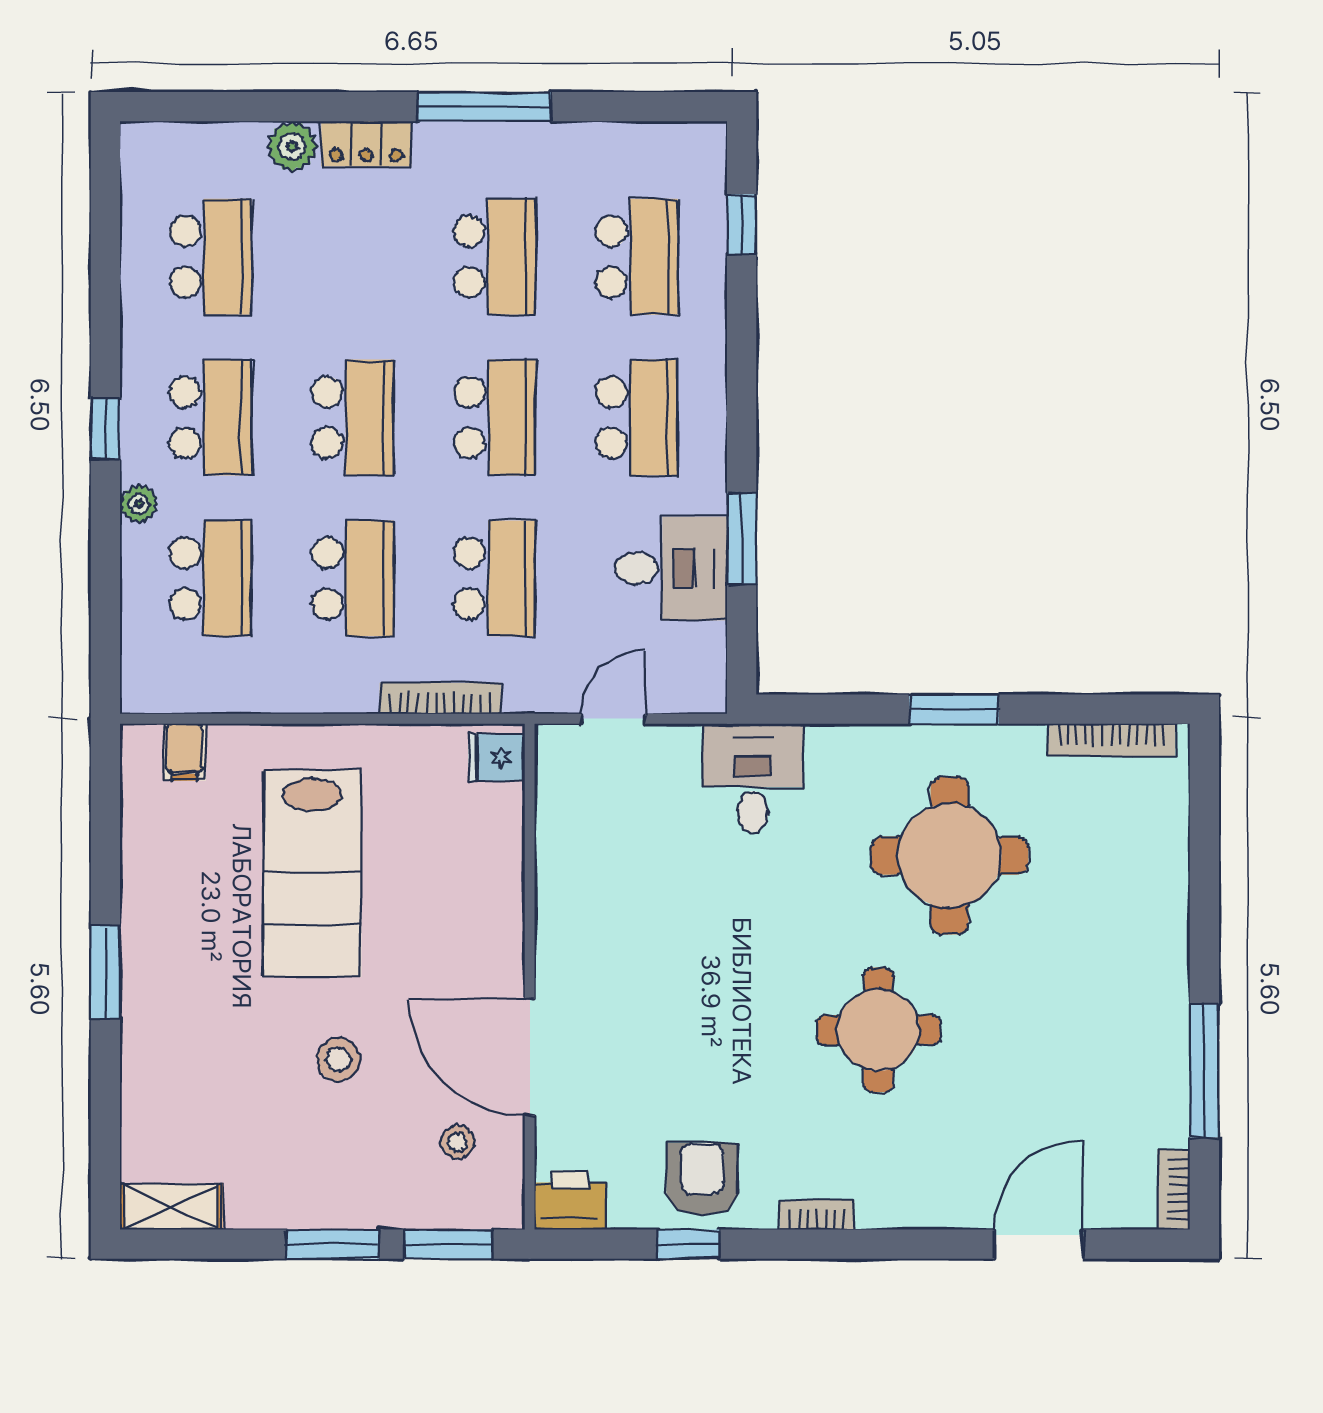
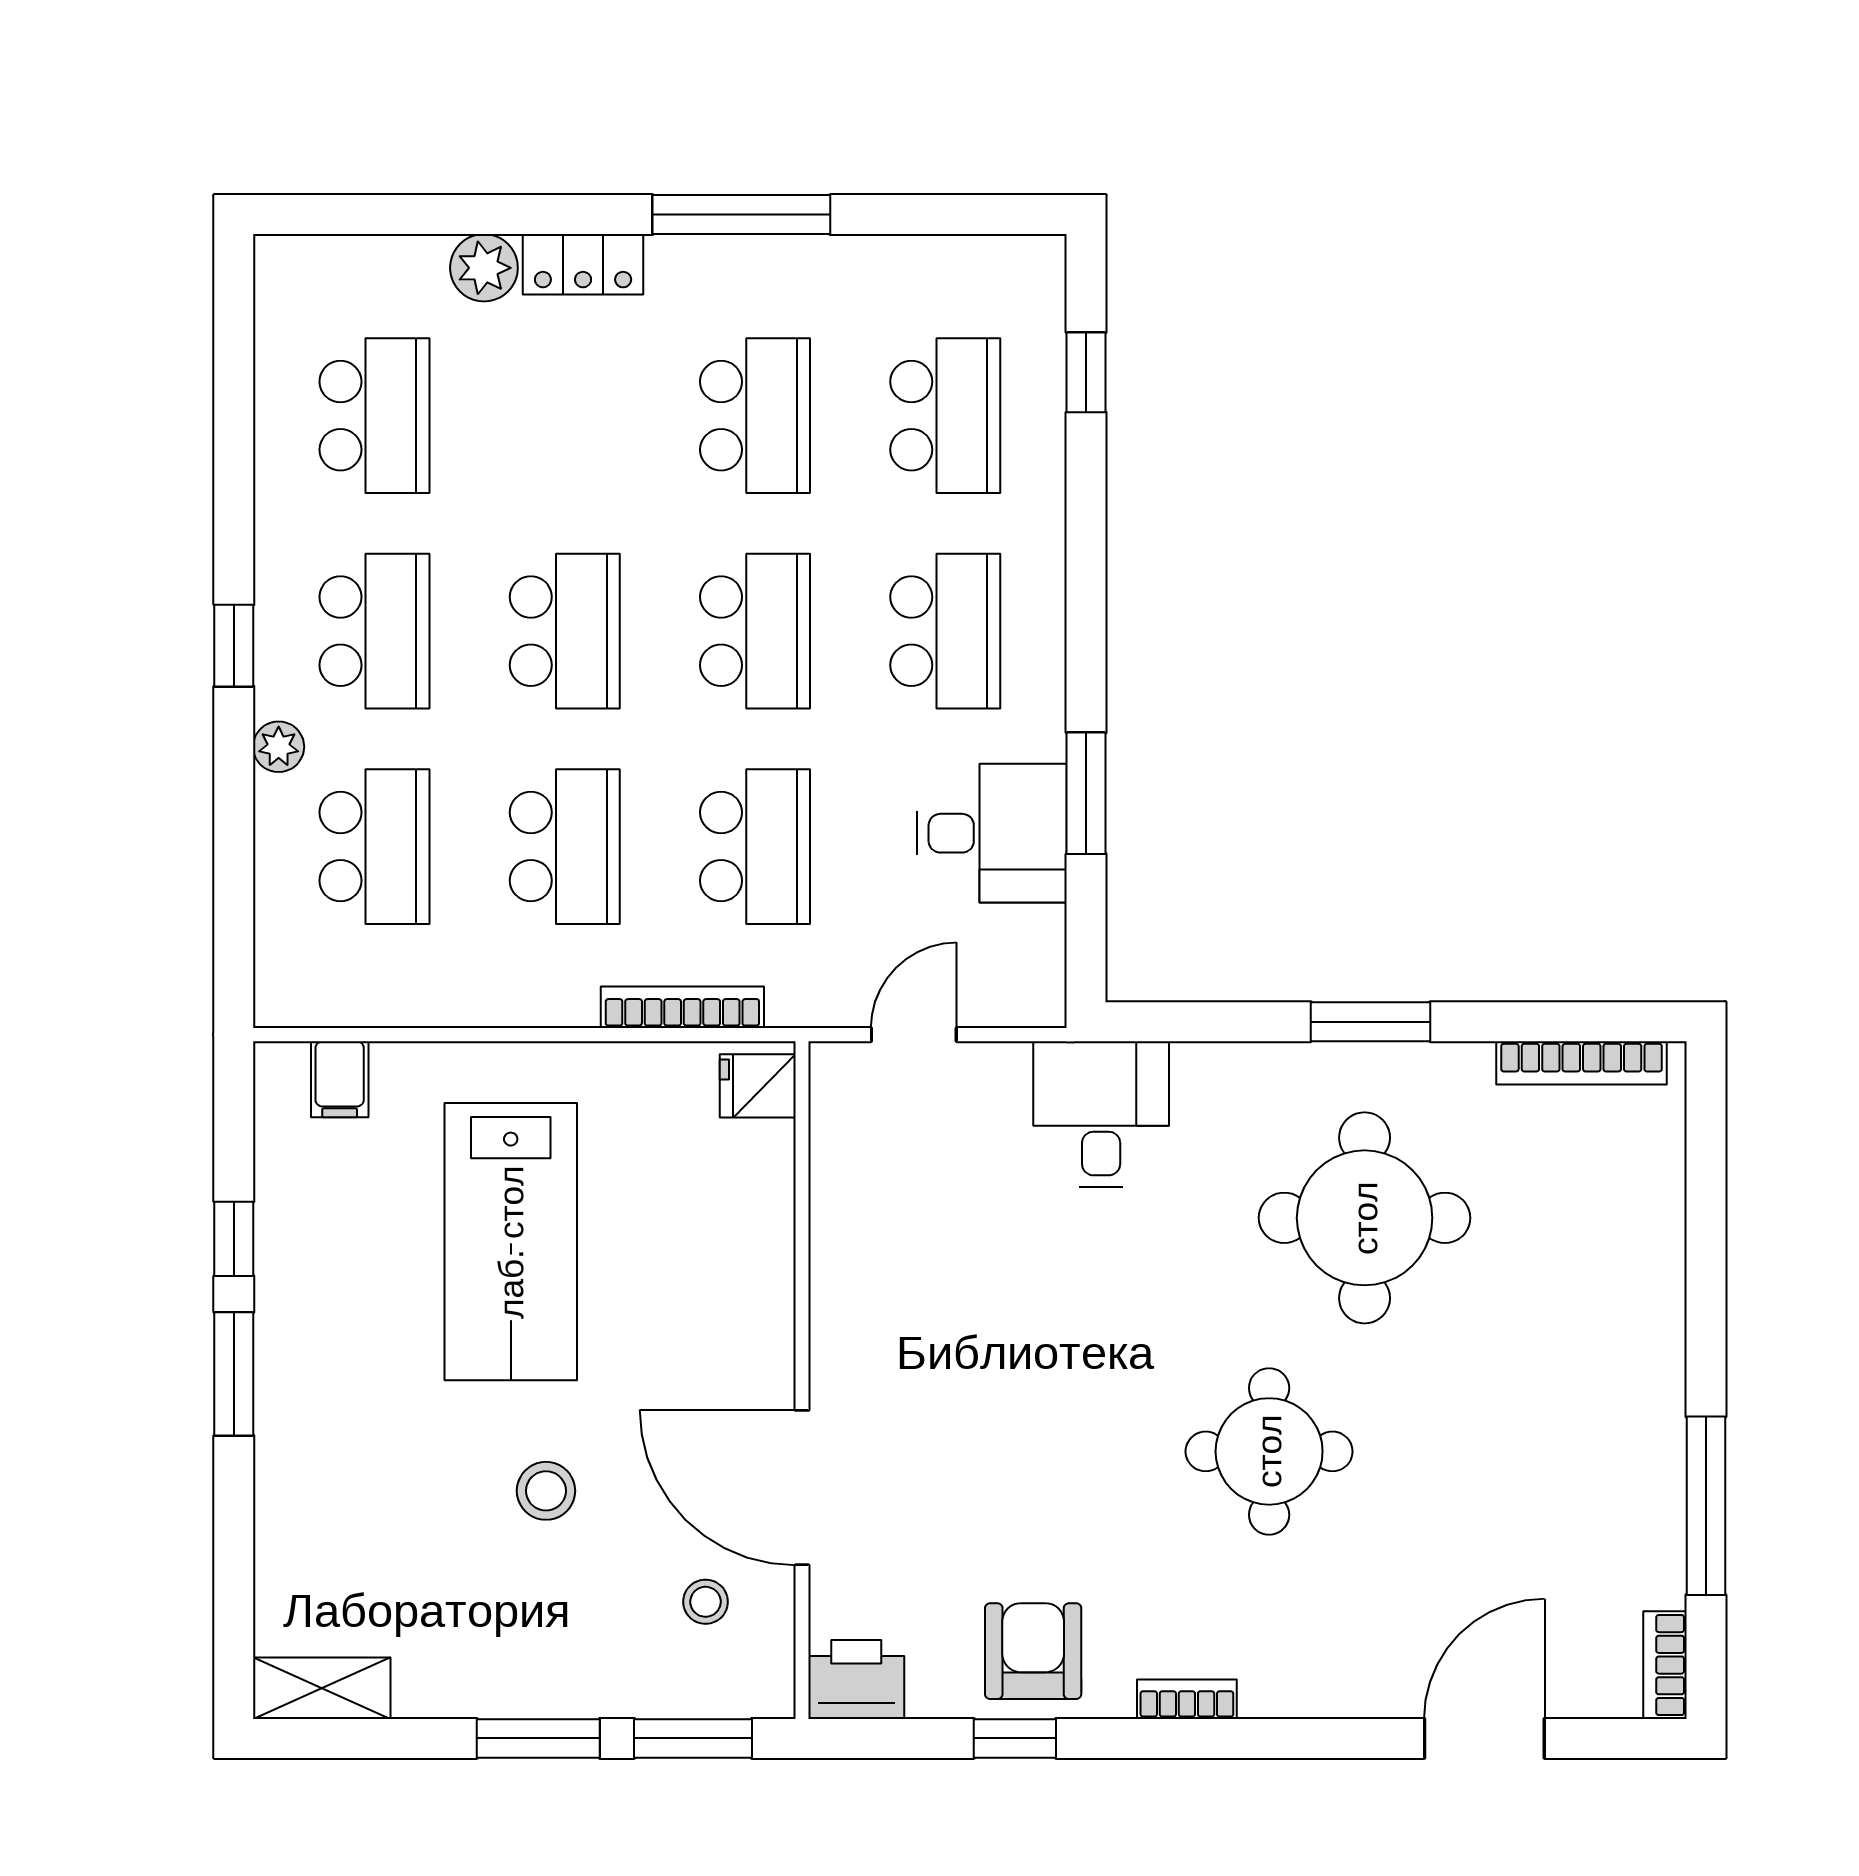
window: (105, 871) -> (234, 1239), added

